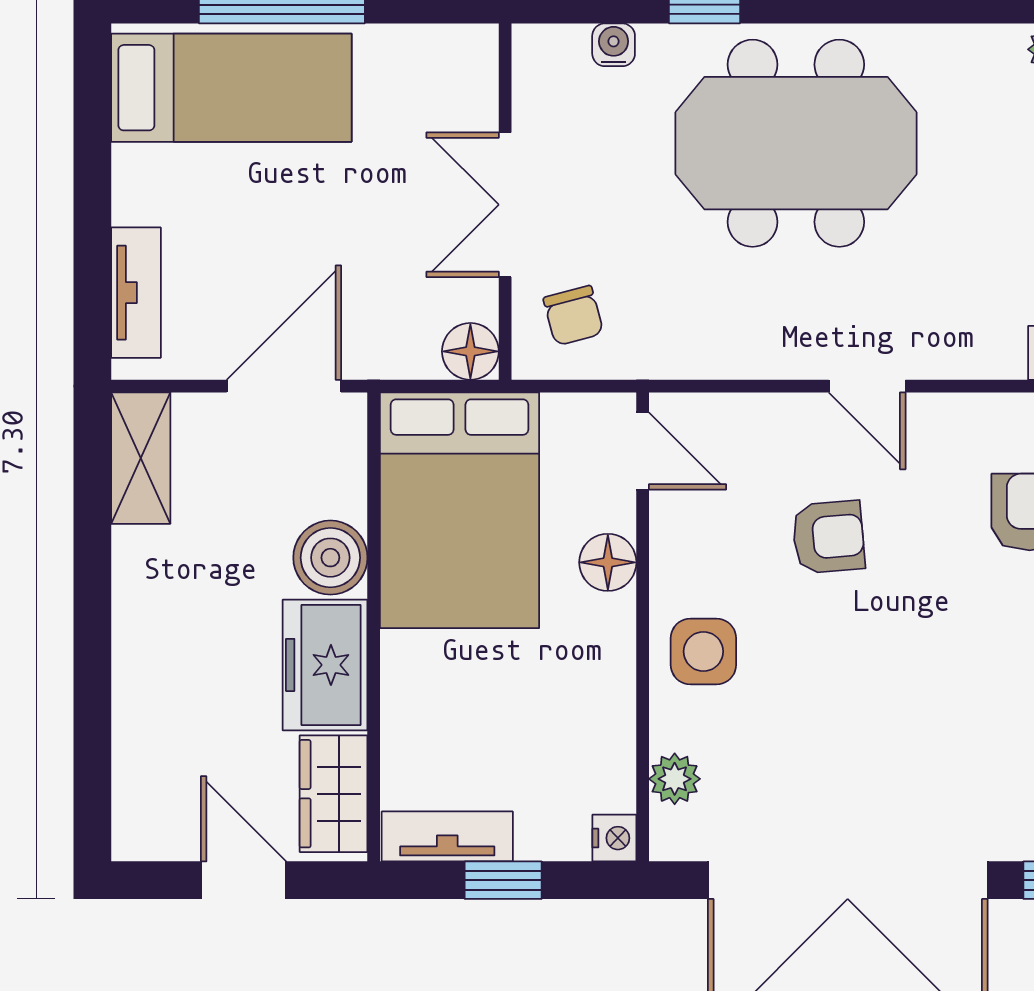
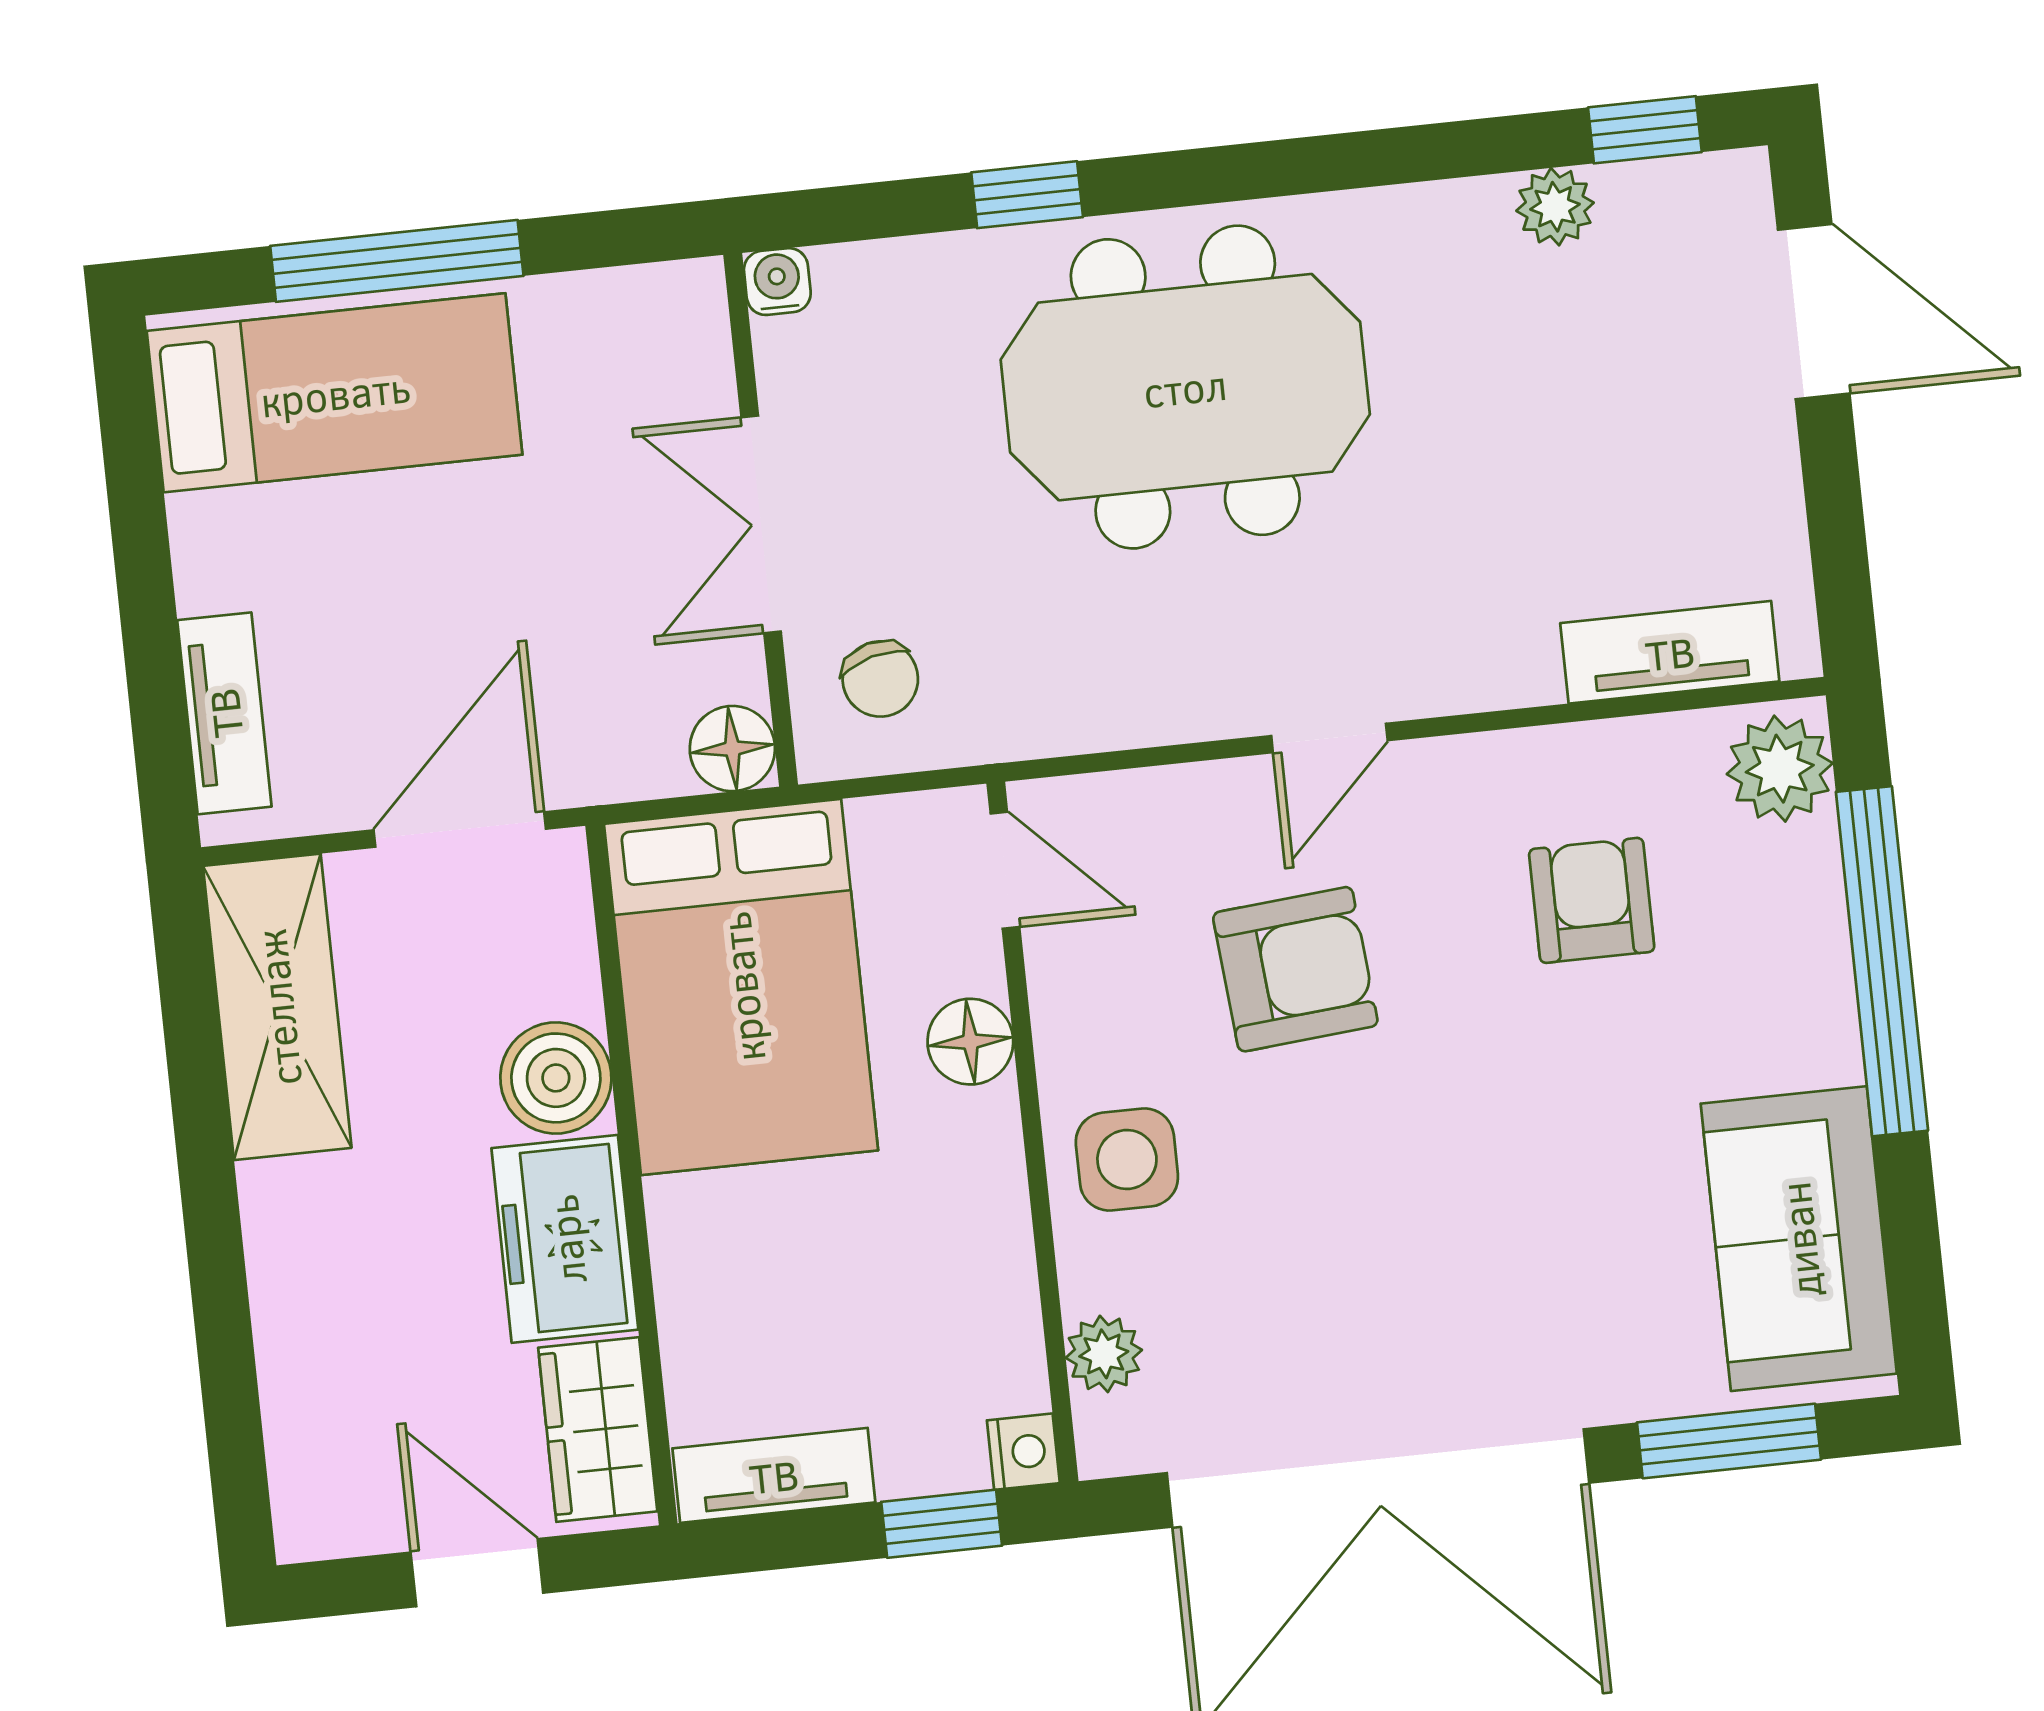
water cooler: (614, 45) -> (777, 282), moved
door: (867, 386) -> (1329, 738), hinge flipped
shelving: (141, 458) -> (277, 1007), width x1.50, depth x1.33
armchair: (828, 537) -> (1295, 969), width x1.38, depth x1.38
window: (503, 880) -> (942, 1524), moved

